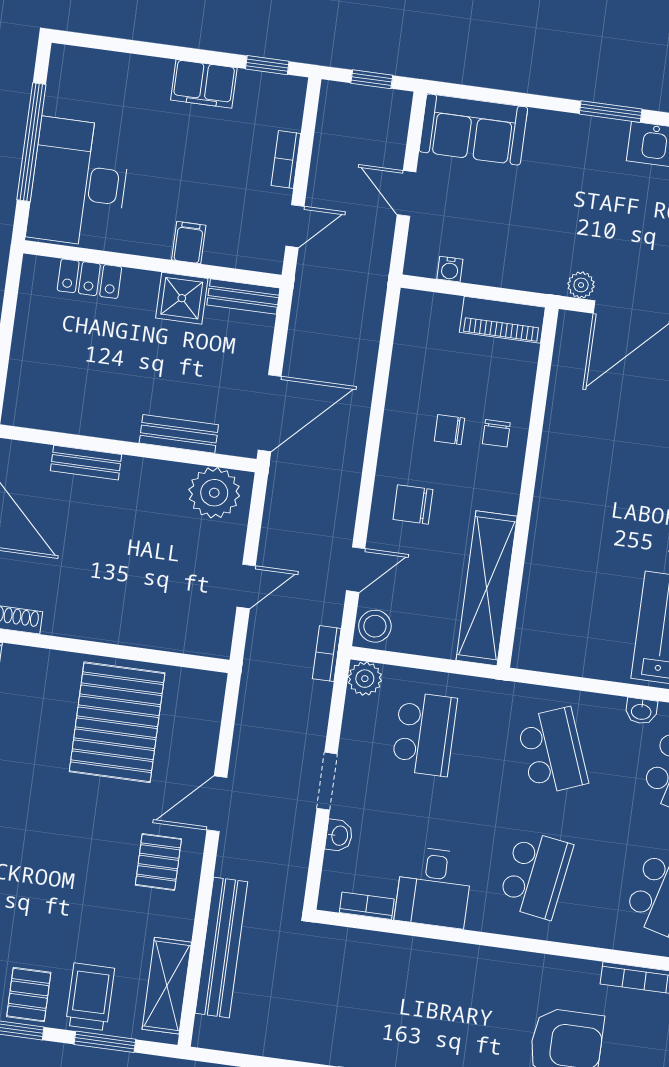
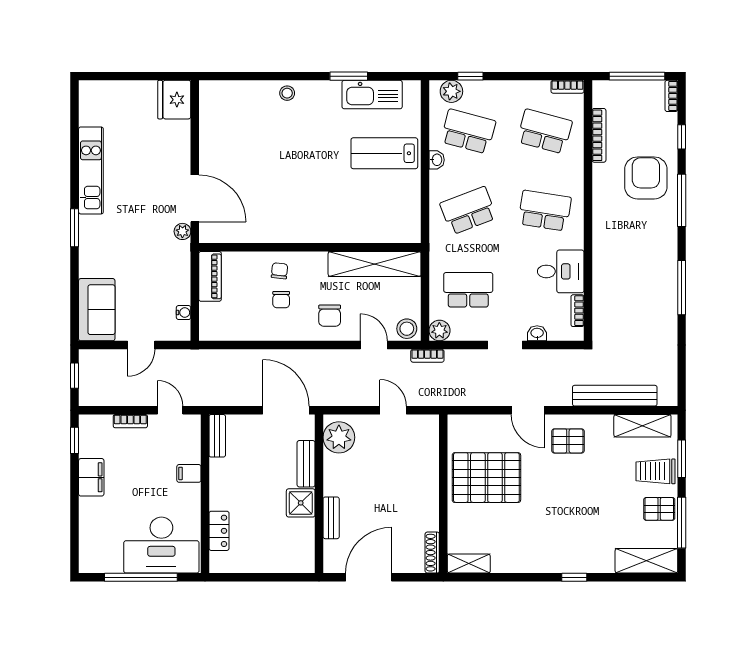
shower: (182, 298) -> (301, 503), moved
chair: (496, 433) -> (280, 271), turned -84

